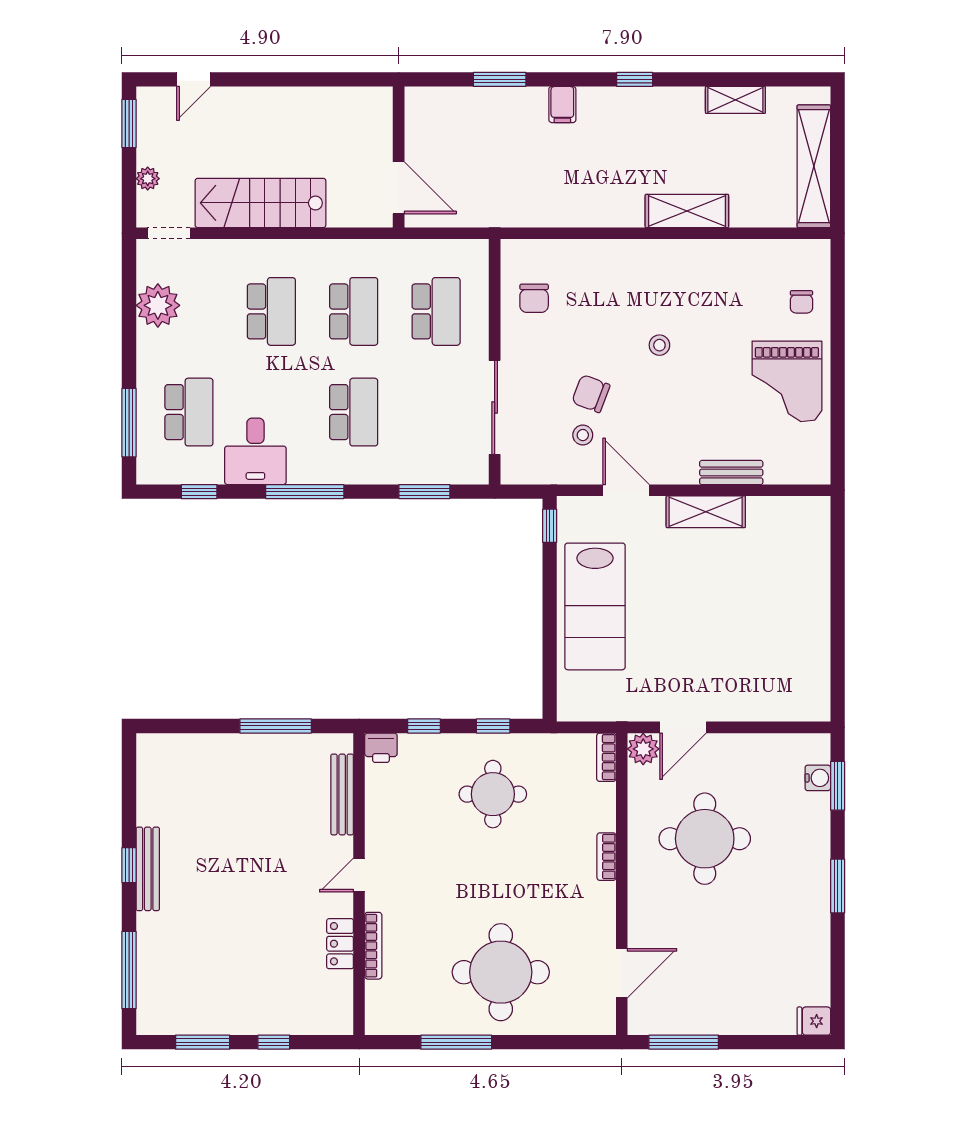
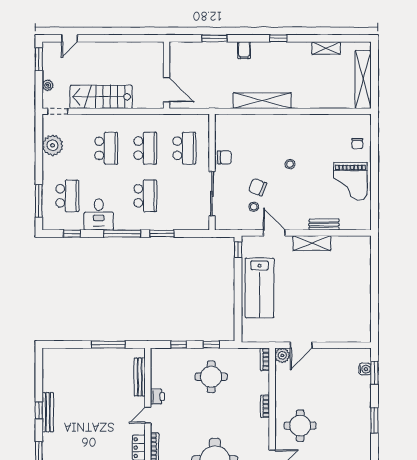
shelving: (687, 211) -> (262, 101), moved, width x1.47
chair: (534, 298) -> (224, 157), moved, turned -90
window: (424, 492) -> (162, 234), moved
printer: (381, 748) -> (157, 396), moved, turned -90
round table: (705, 839) -> (300, 426), moved, width x0.73, depth x0.73

